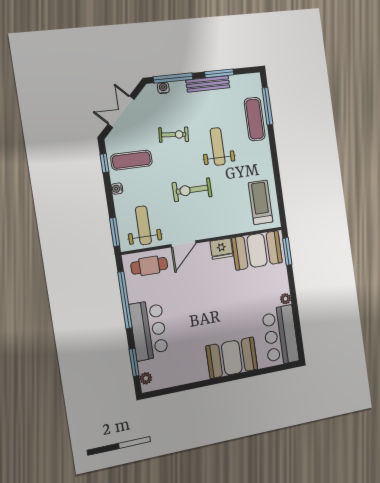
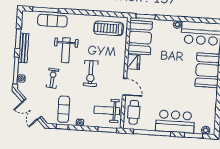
weight bench: (218, 147) -> (66, 50), turned -90

